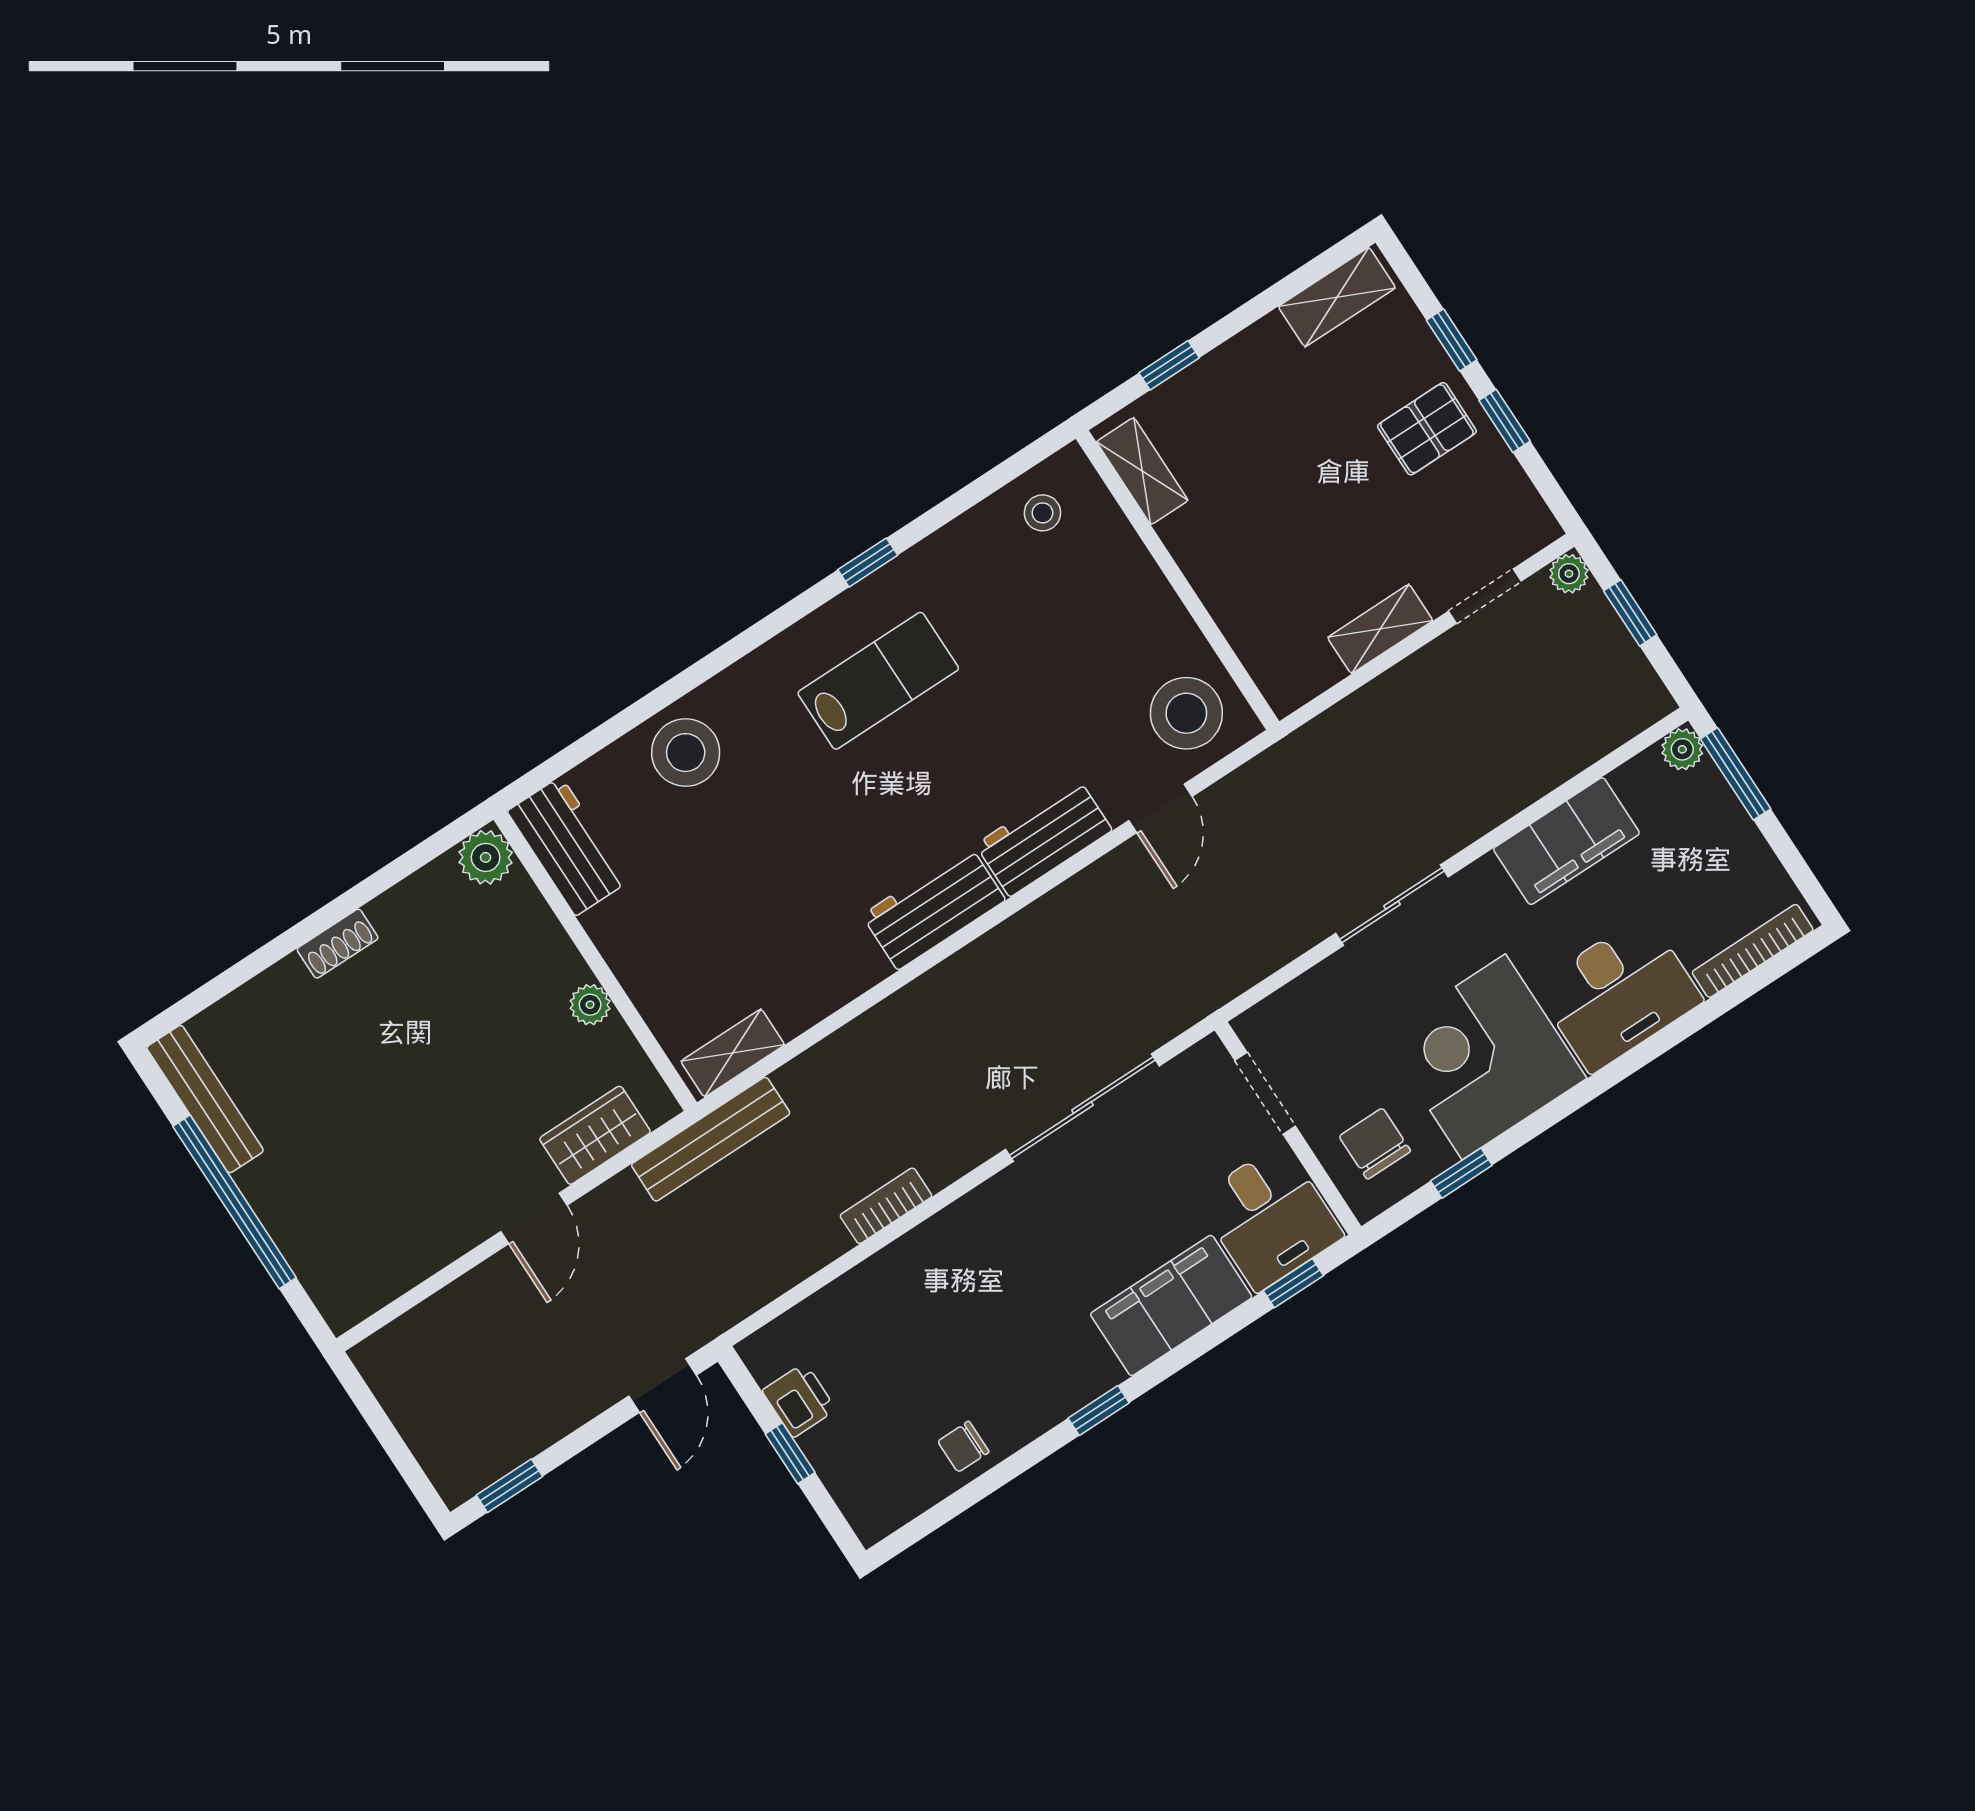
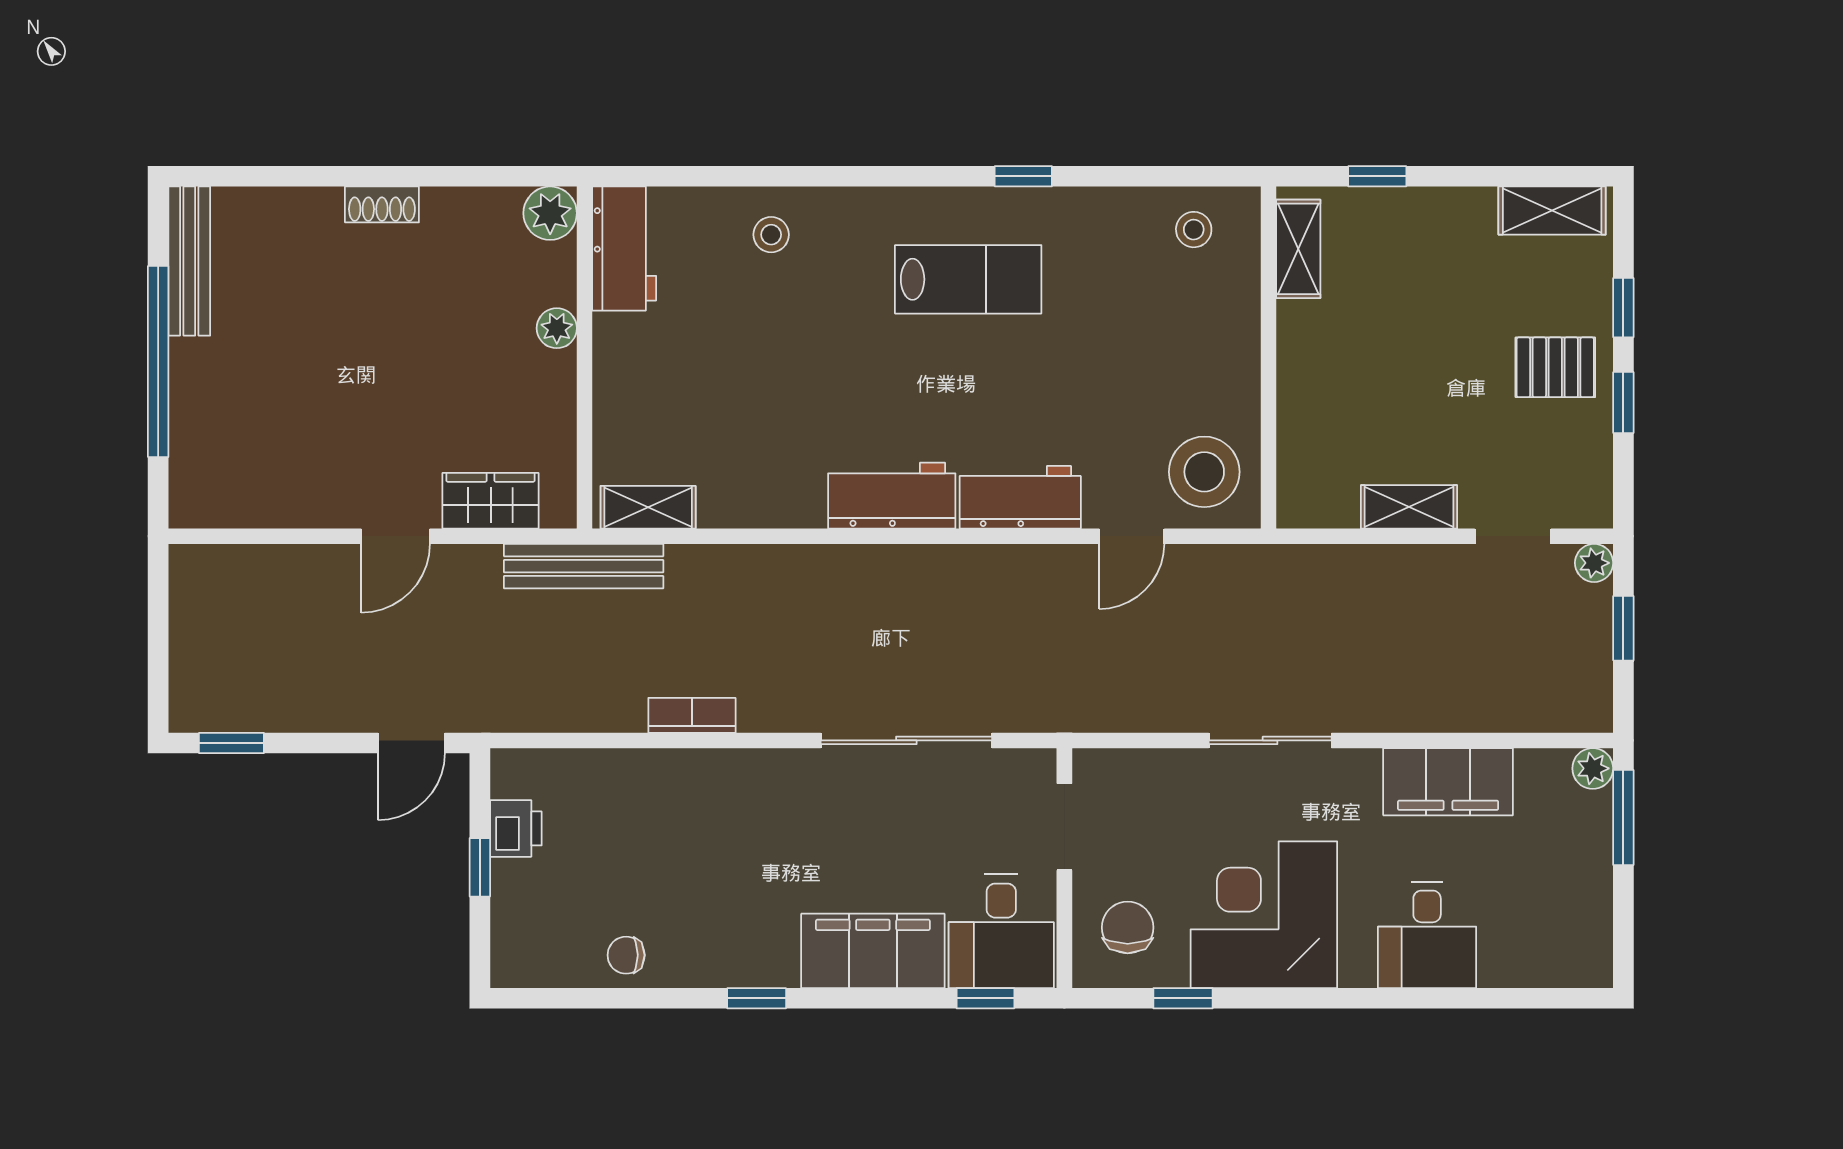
stool: (686, 753) -> (771, 235), width x0.53, depth x0.53
bookcase: (1753, 951) -> (1542, 972), removed
desk: (1618, 994) -> (1427, 935), width x0.73
plant: (590, 1005) -> (557, 328), moved

